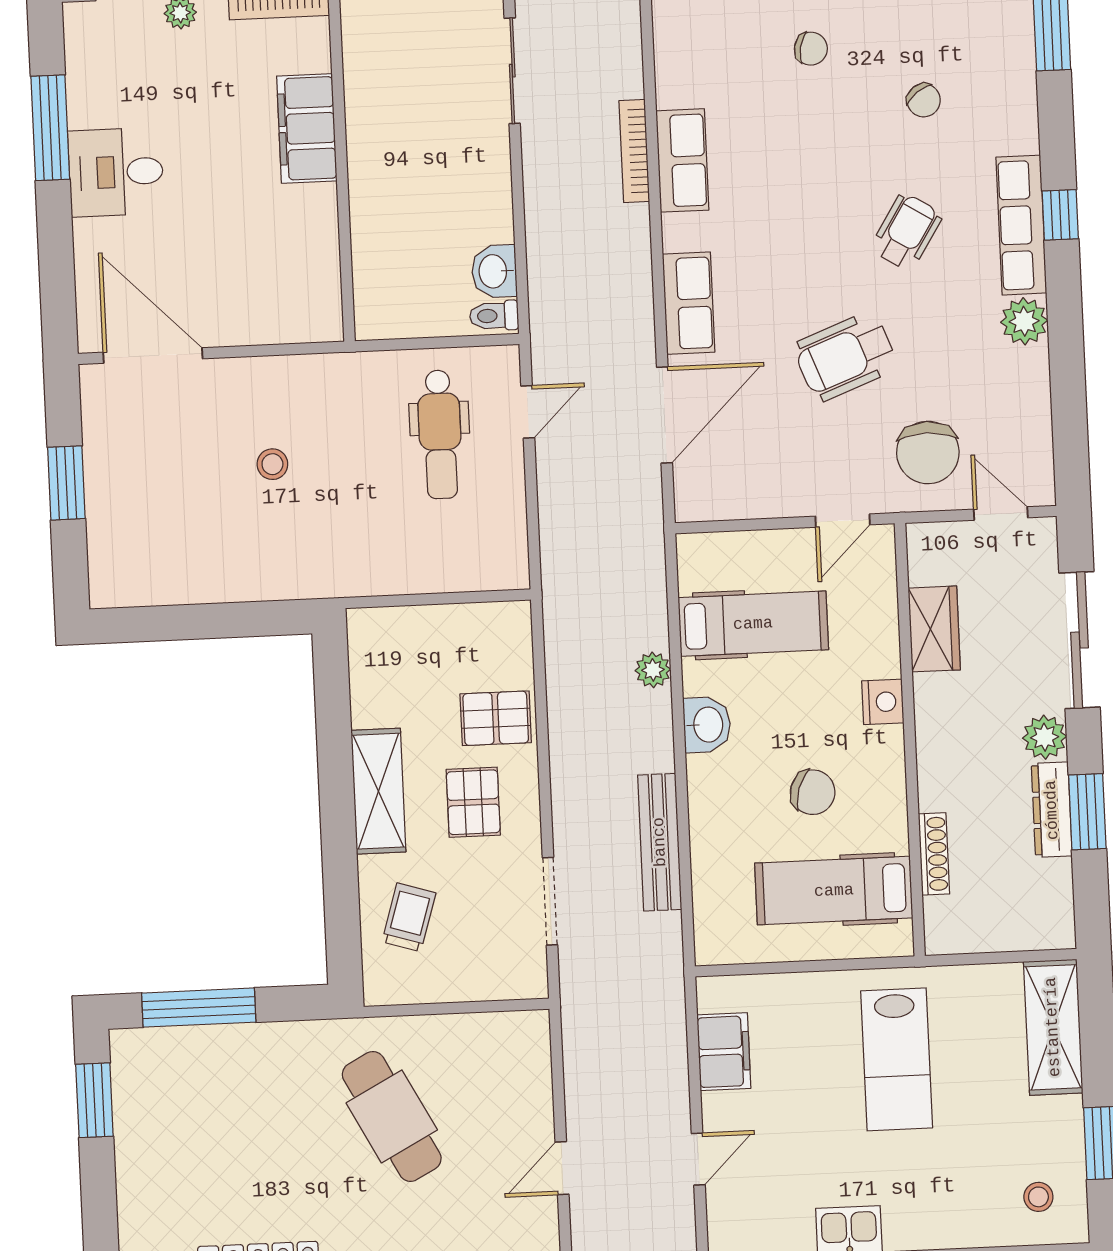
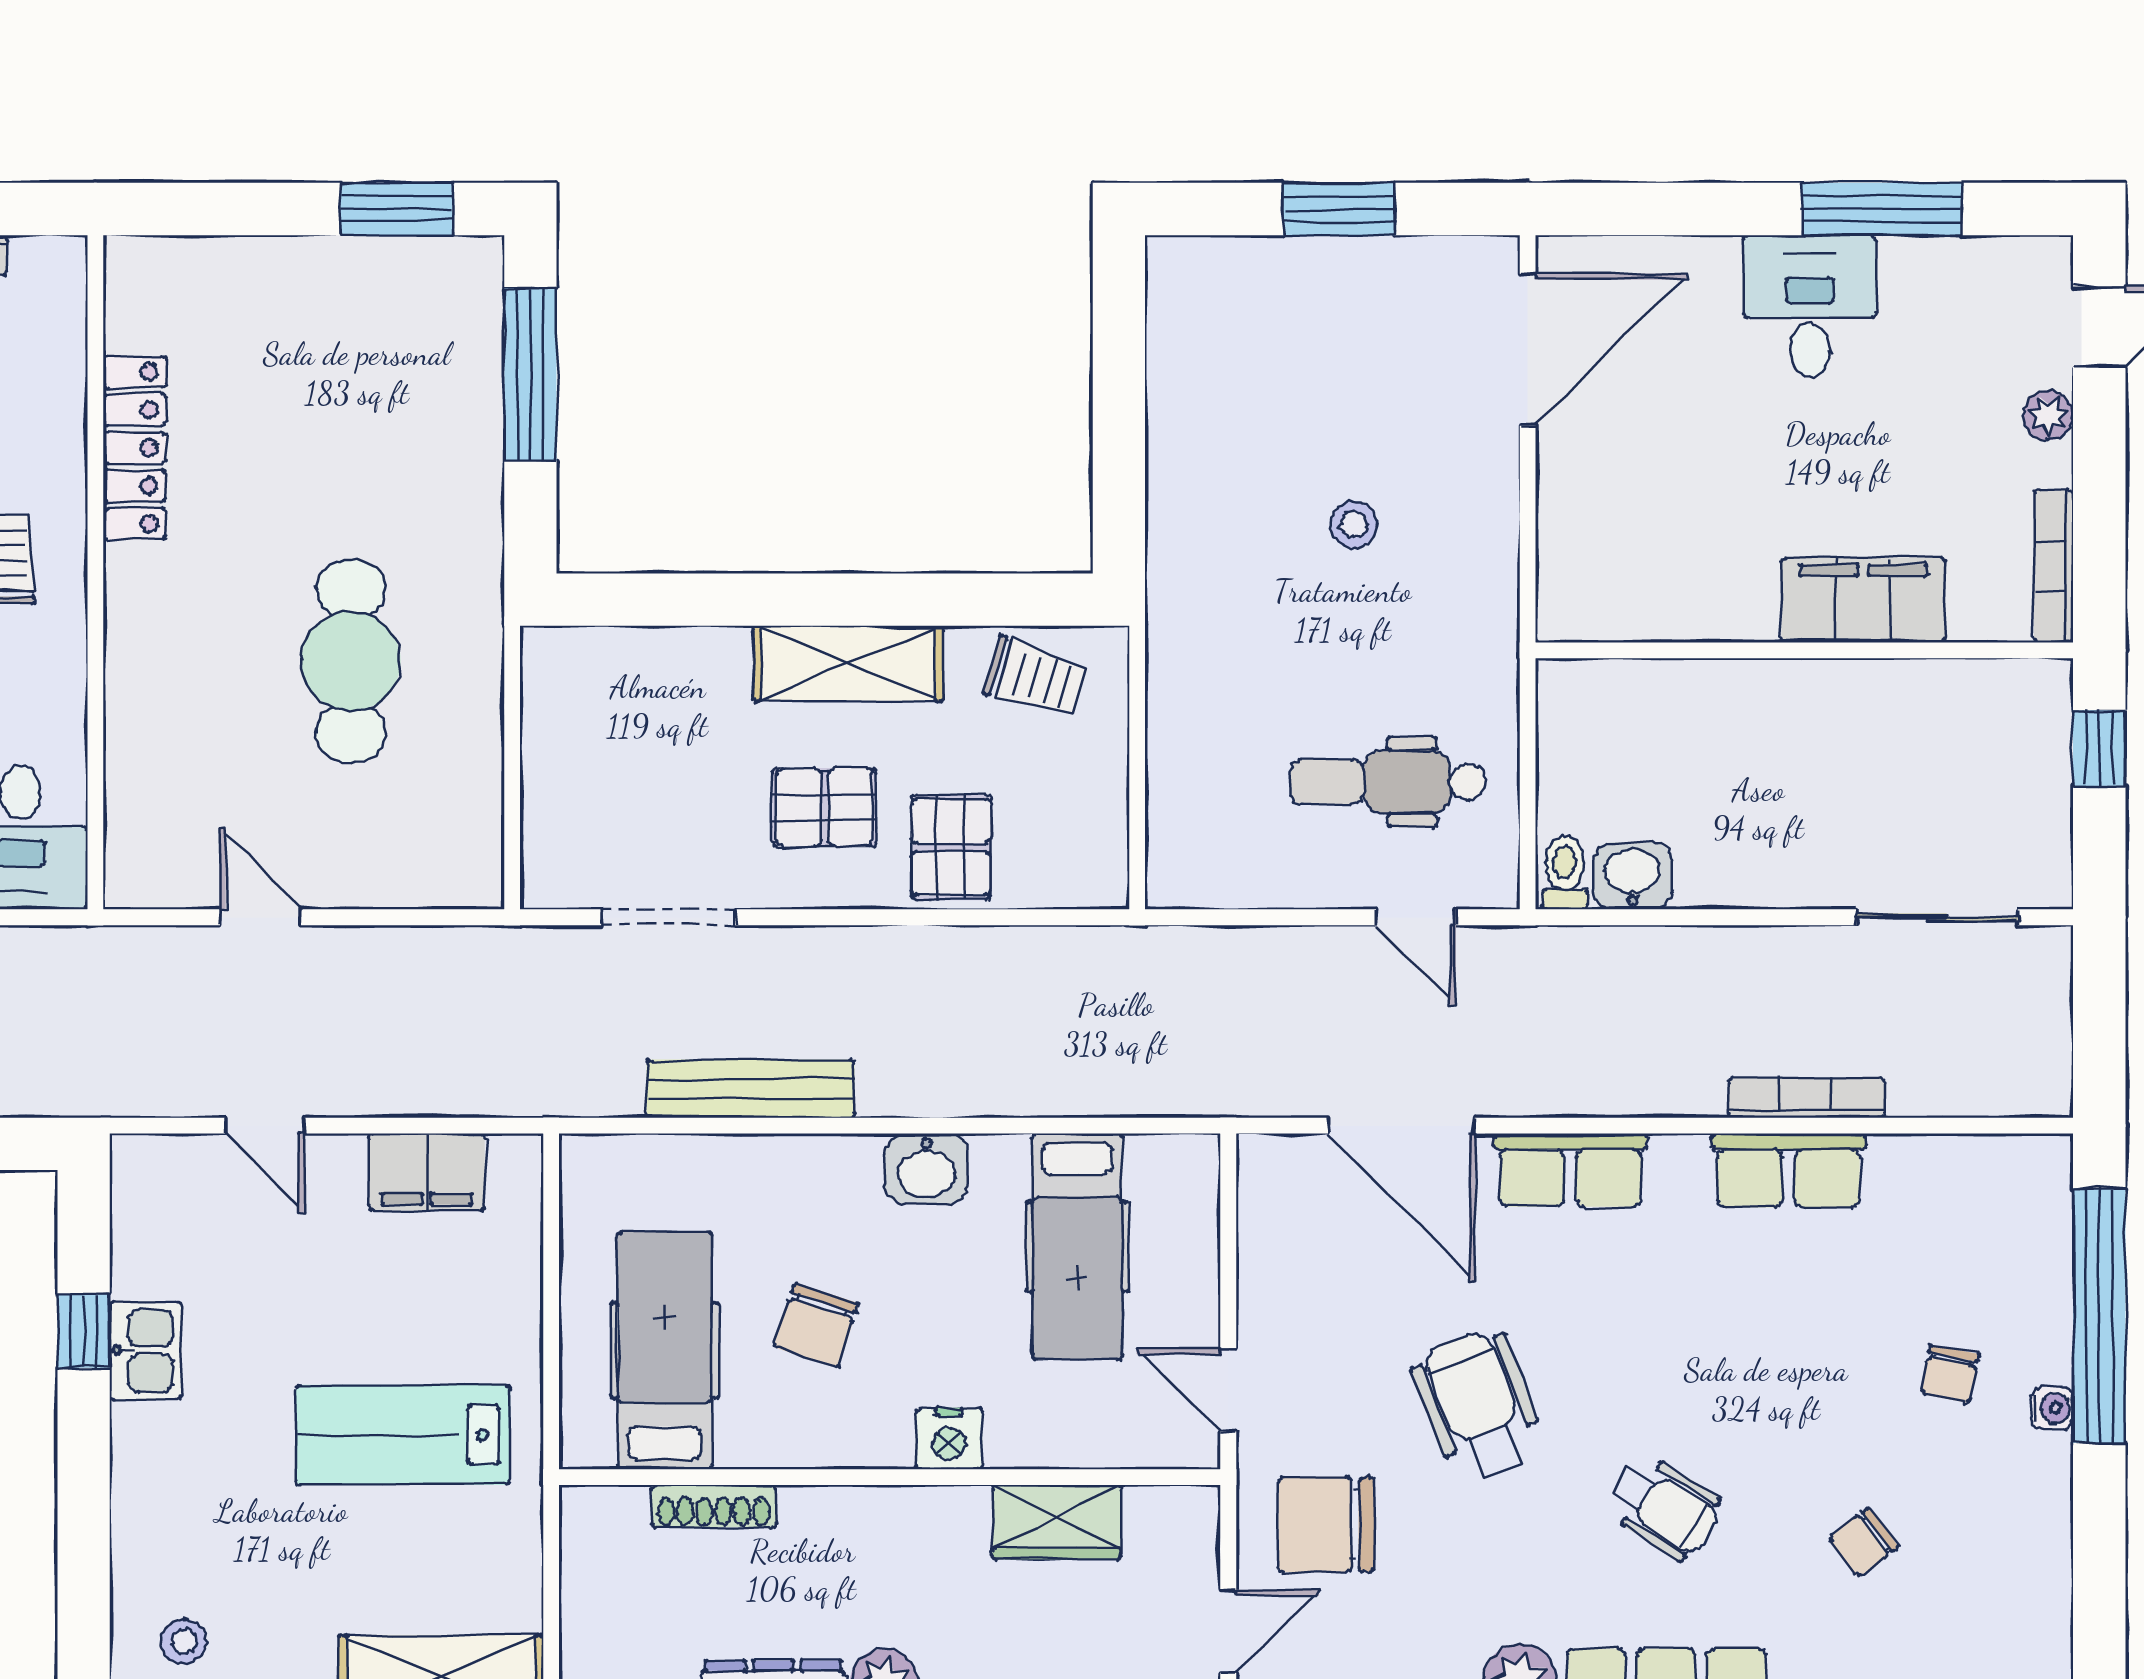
plant: (653, 670) -> (1014, 1090), removed
trolley: (409, 917) -> (1036, 678), moved
cafe table: (392, 1116) -> (351, 661), turned -62

